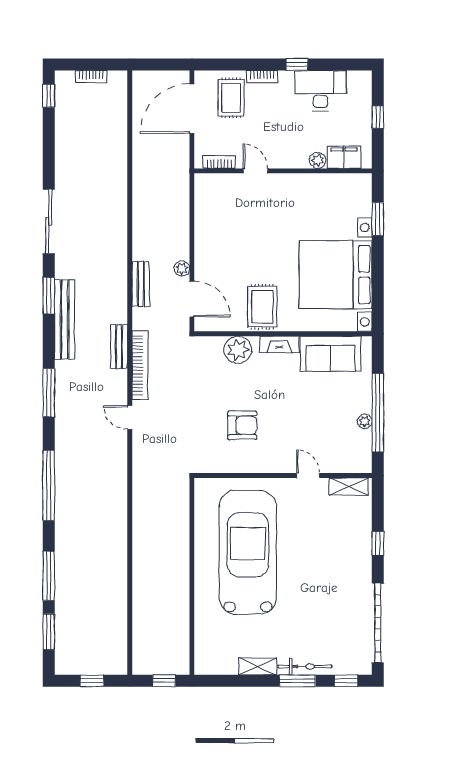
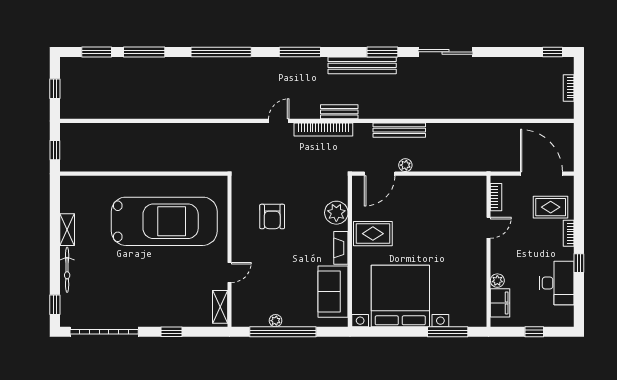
window: (378, 219) -> (448, 332), width x1.44
bench: (141, 284) -> (399, 130), width x1.36
window: (297, 681) -> (55, 263), removed

